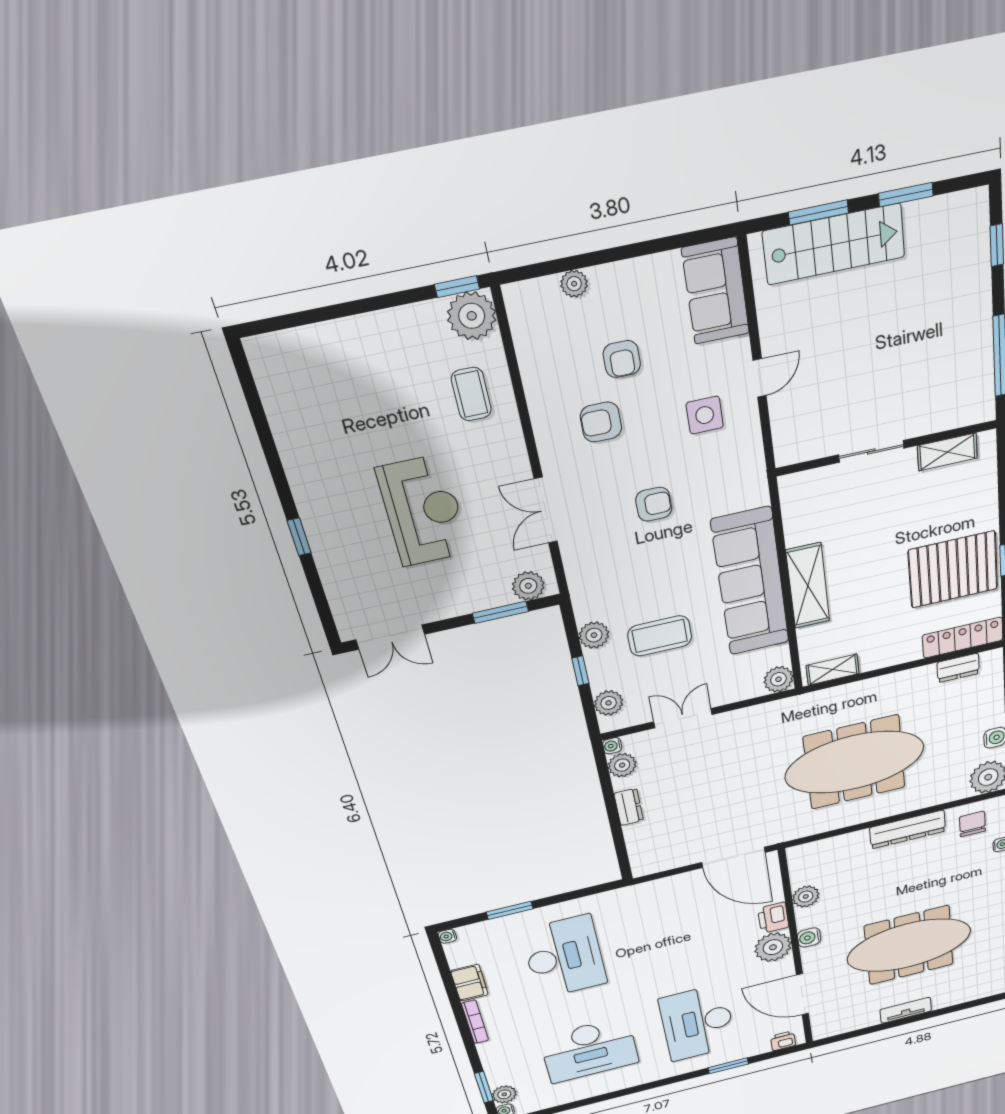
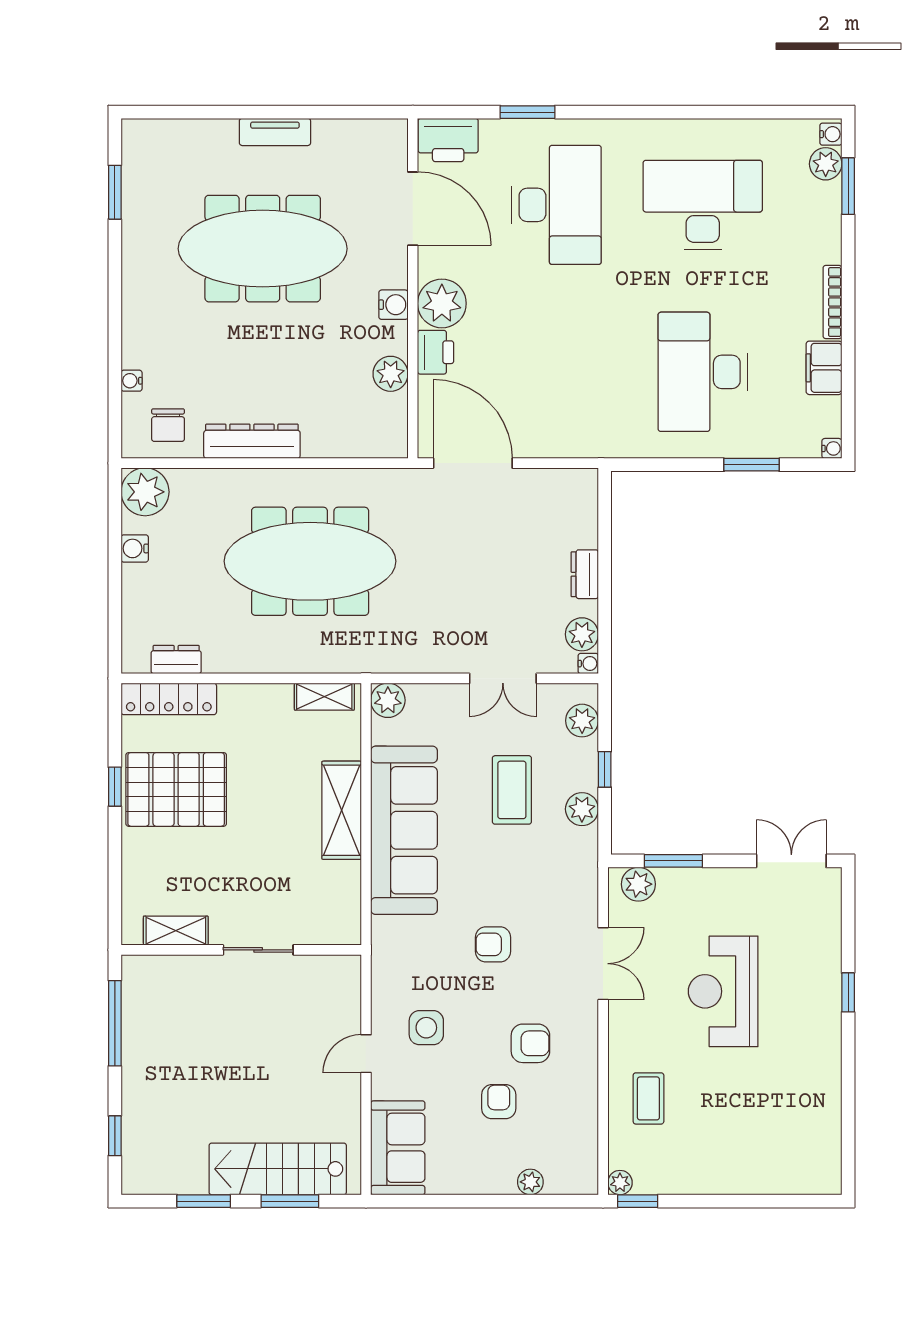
plant: (472, 316) -> (620, 1183), width x0.53, depth x0.53
coffee table: (660, 636) -> (512, 790), turned 90
printer: (783, 1041) -> (448, 140), width x1.87, depth x1.48

